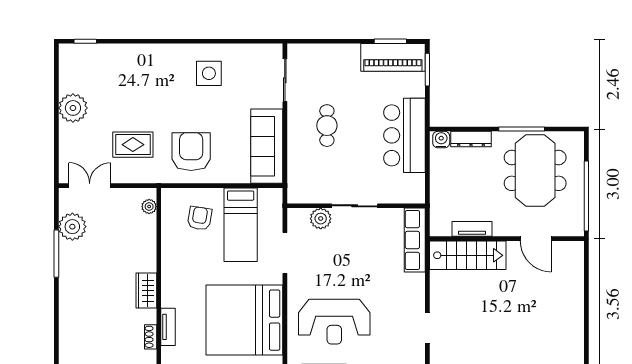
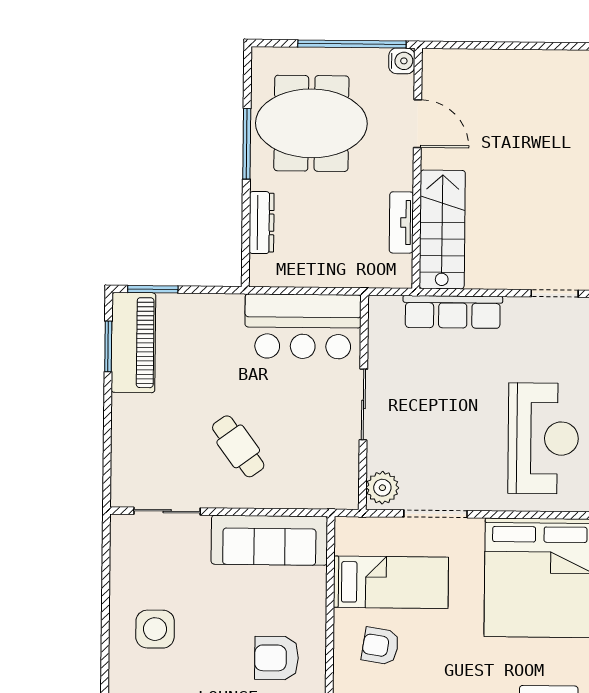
cafe table: (327, 126) -> (238, 446), turned 54
bar counter: (405, 135) -> (303, 326), moved
water cooler: (441, 140) -> (402, 61), moved, turned 180
armchair: (191, 152) -> (277, 658), width x0.73, depth x0.73
plant: (321, 219) -> (382, 488), moved
door: (536, 239) -> (418, 124), hinge flipped
row of seats: (415, 240) -> (453, 312), moved

